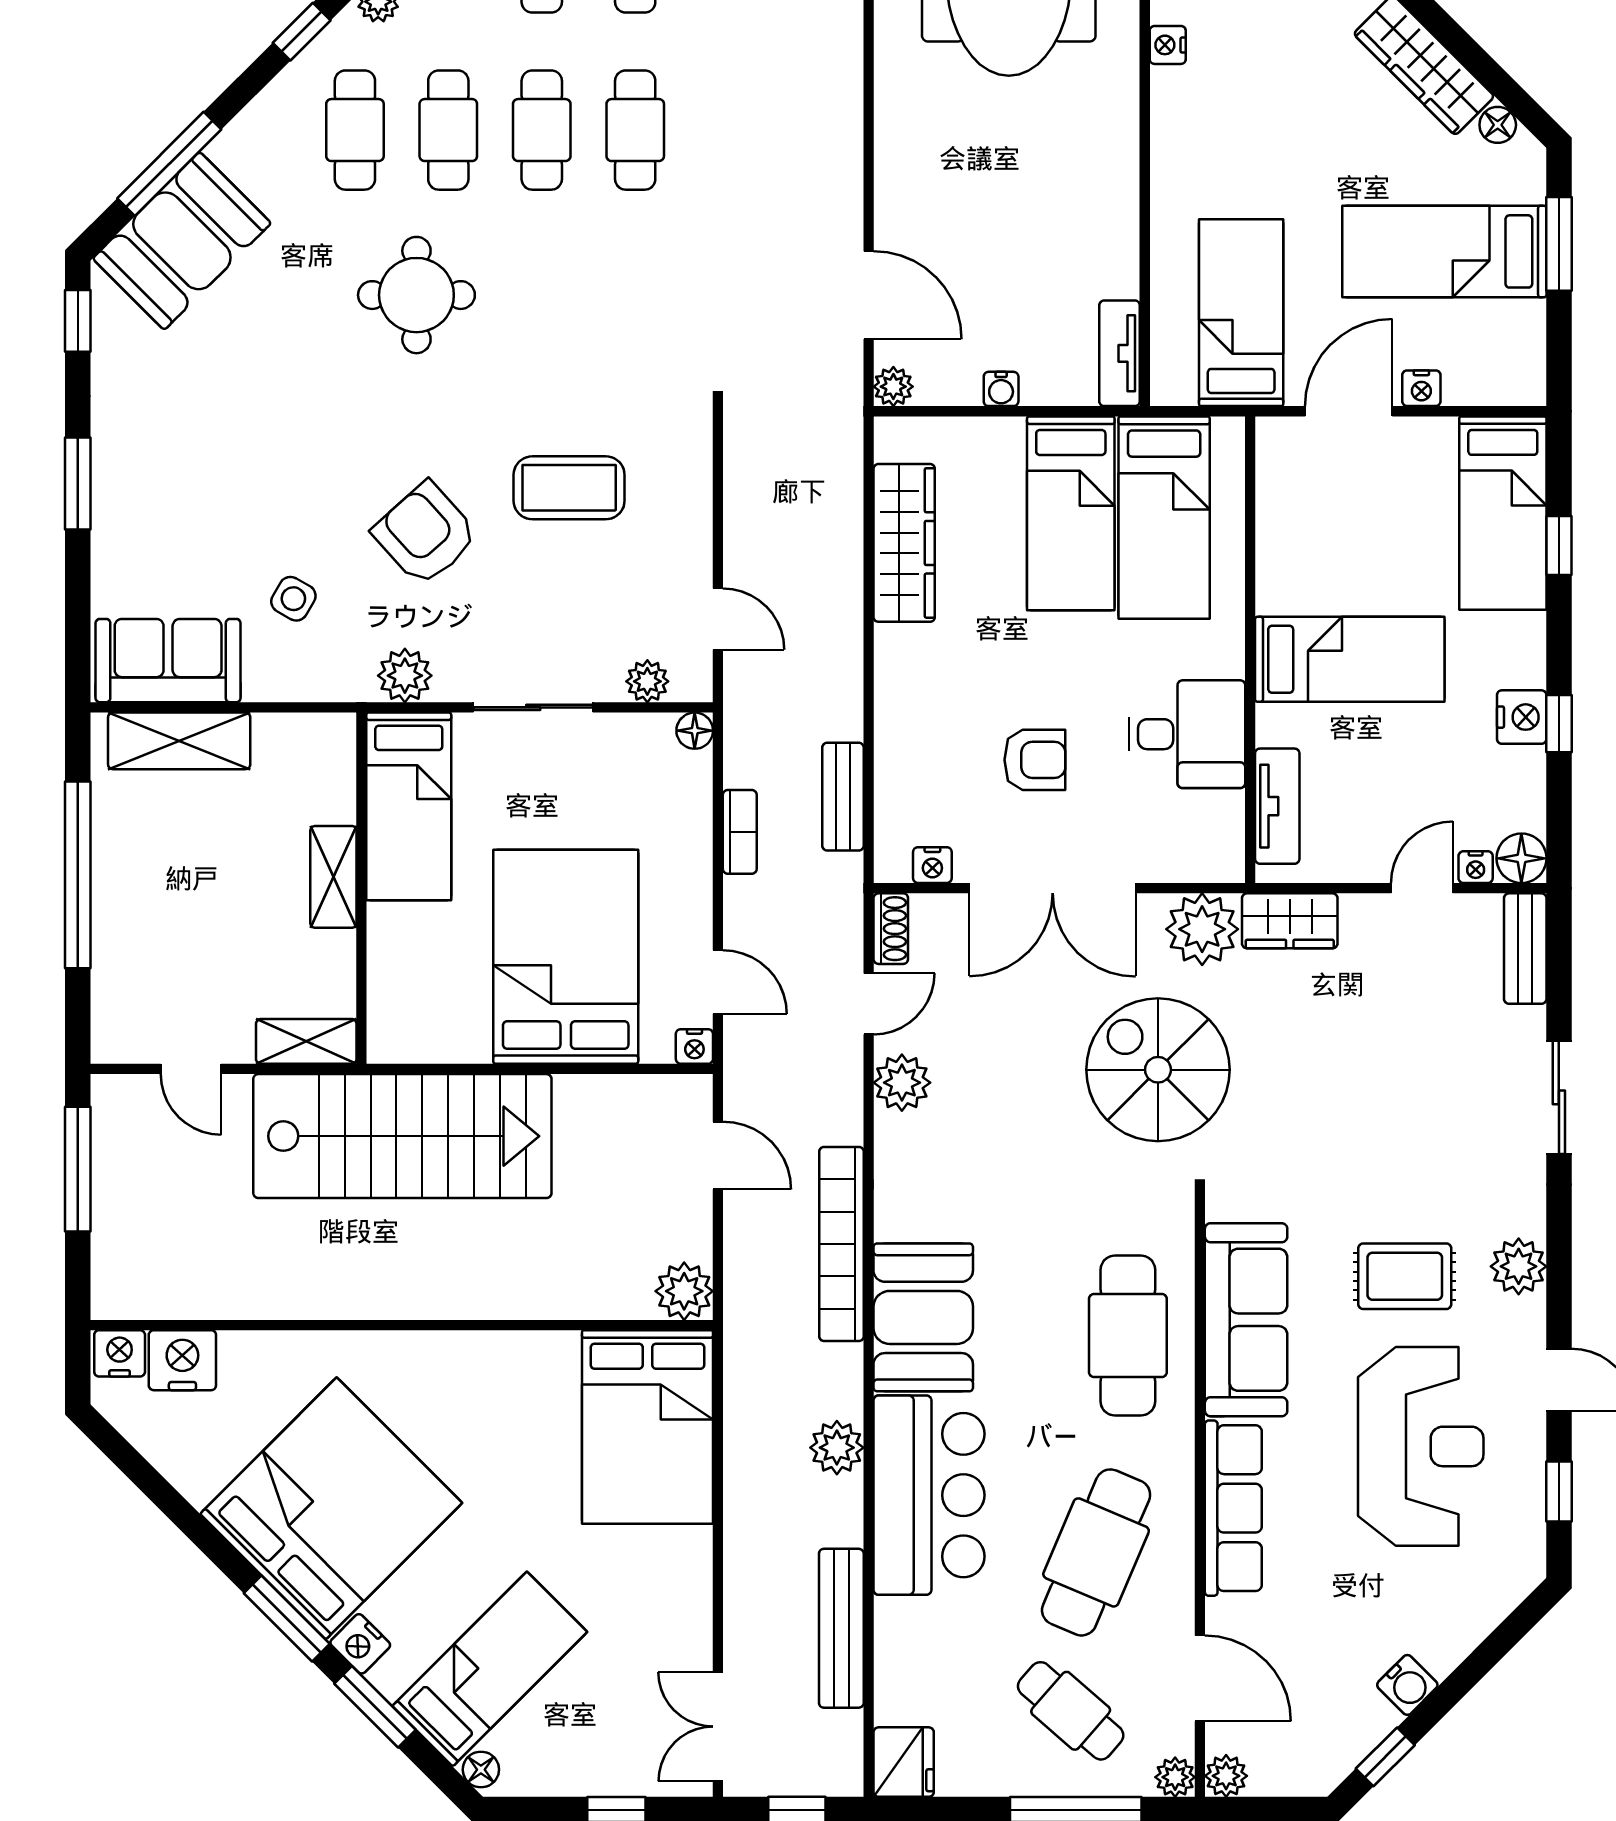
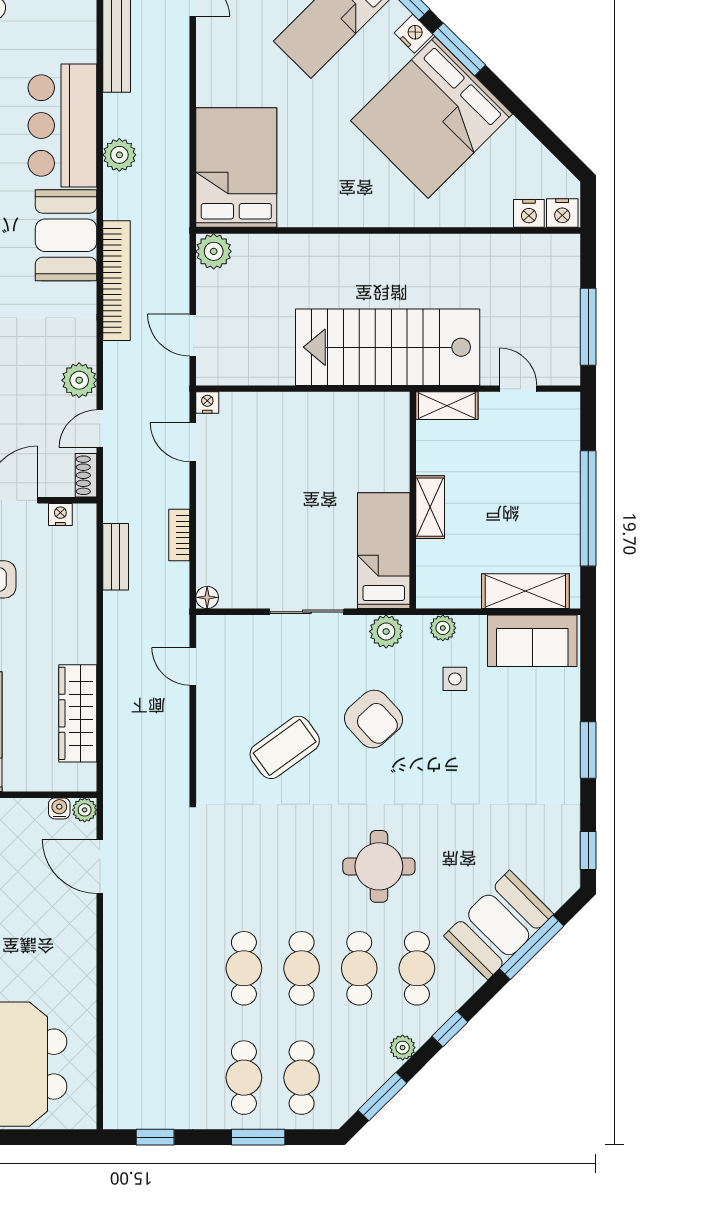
booth: (182, 241) -> (499, 925), moved
water cooler: (1001, 389) -> (59, 808), moved
coffee table: (569, 488) -> (285, 747), turned -36
side table: (293, 599) -> (455, 679), turned -30
plant: (647, 681) -> (443, 628), moved
bed: (566, 957) -> (287, 458), removed
nightstand: (182, 1360) -> (529, 213), width x0.74, depth x0.75

